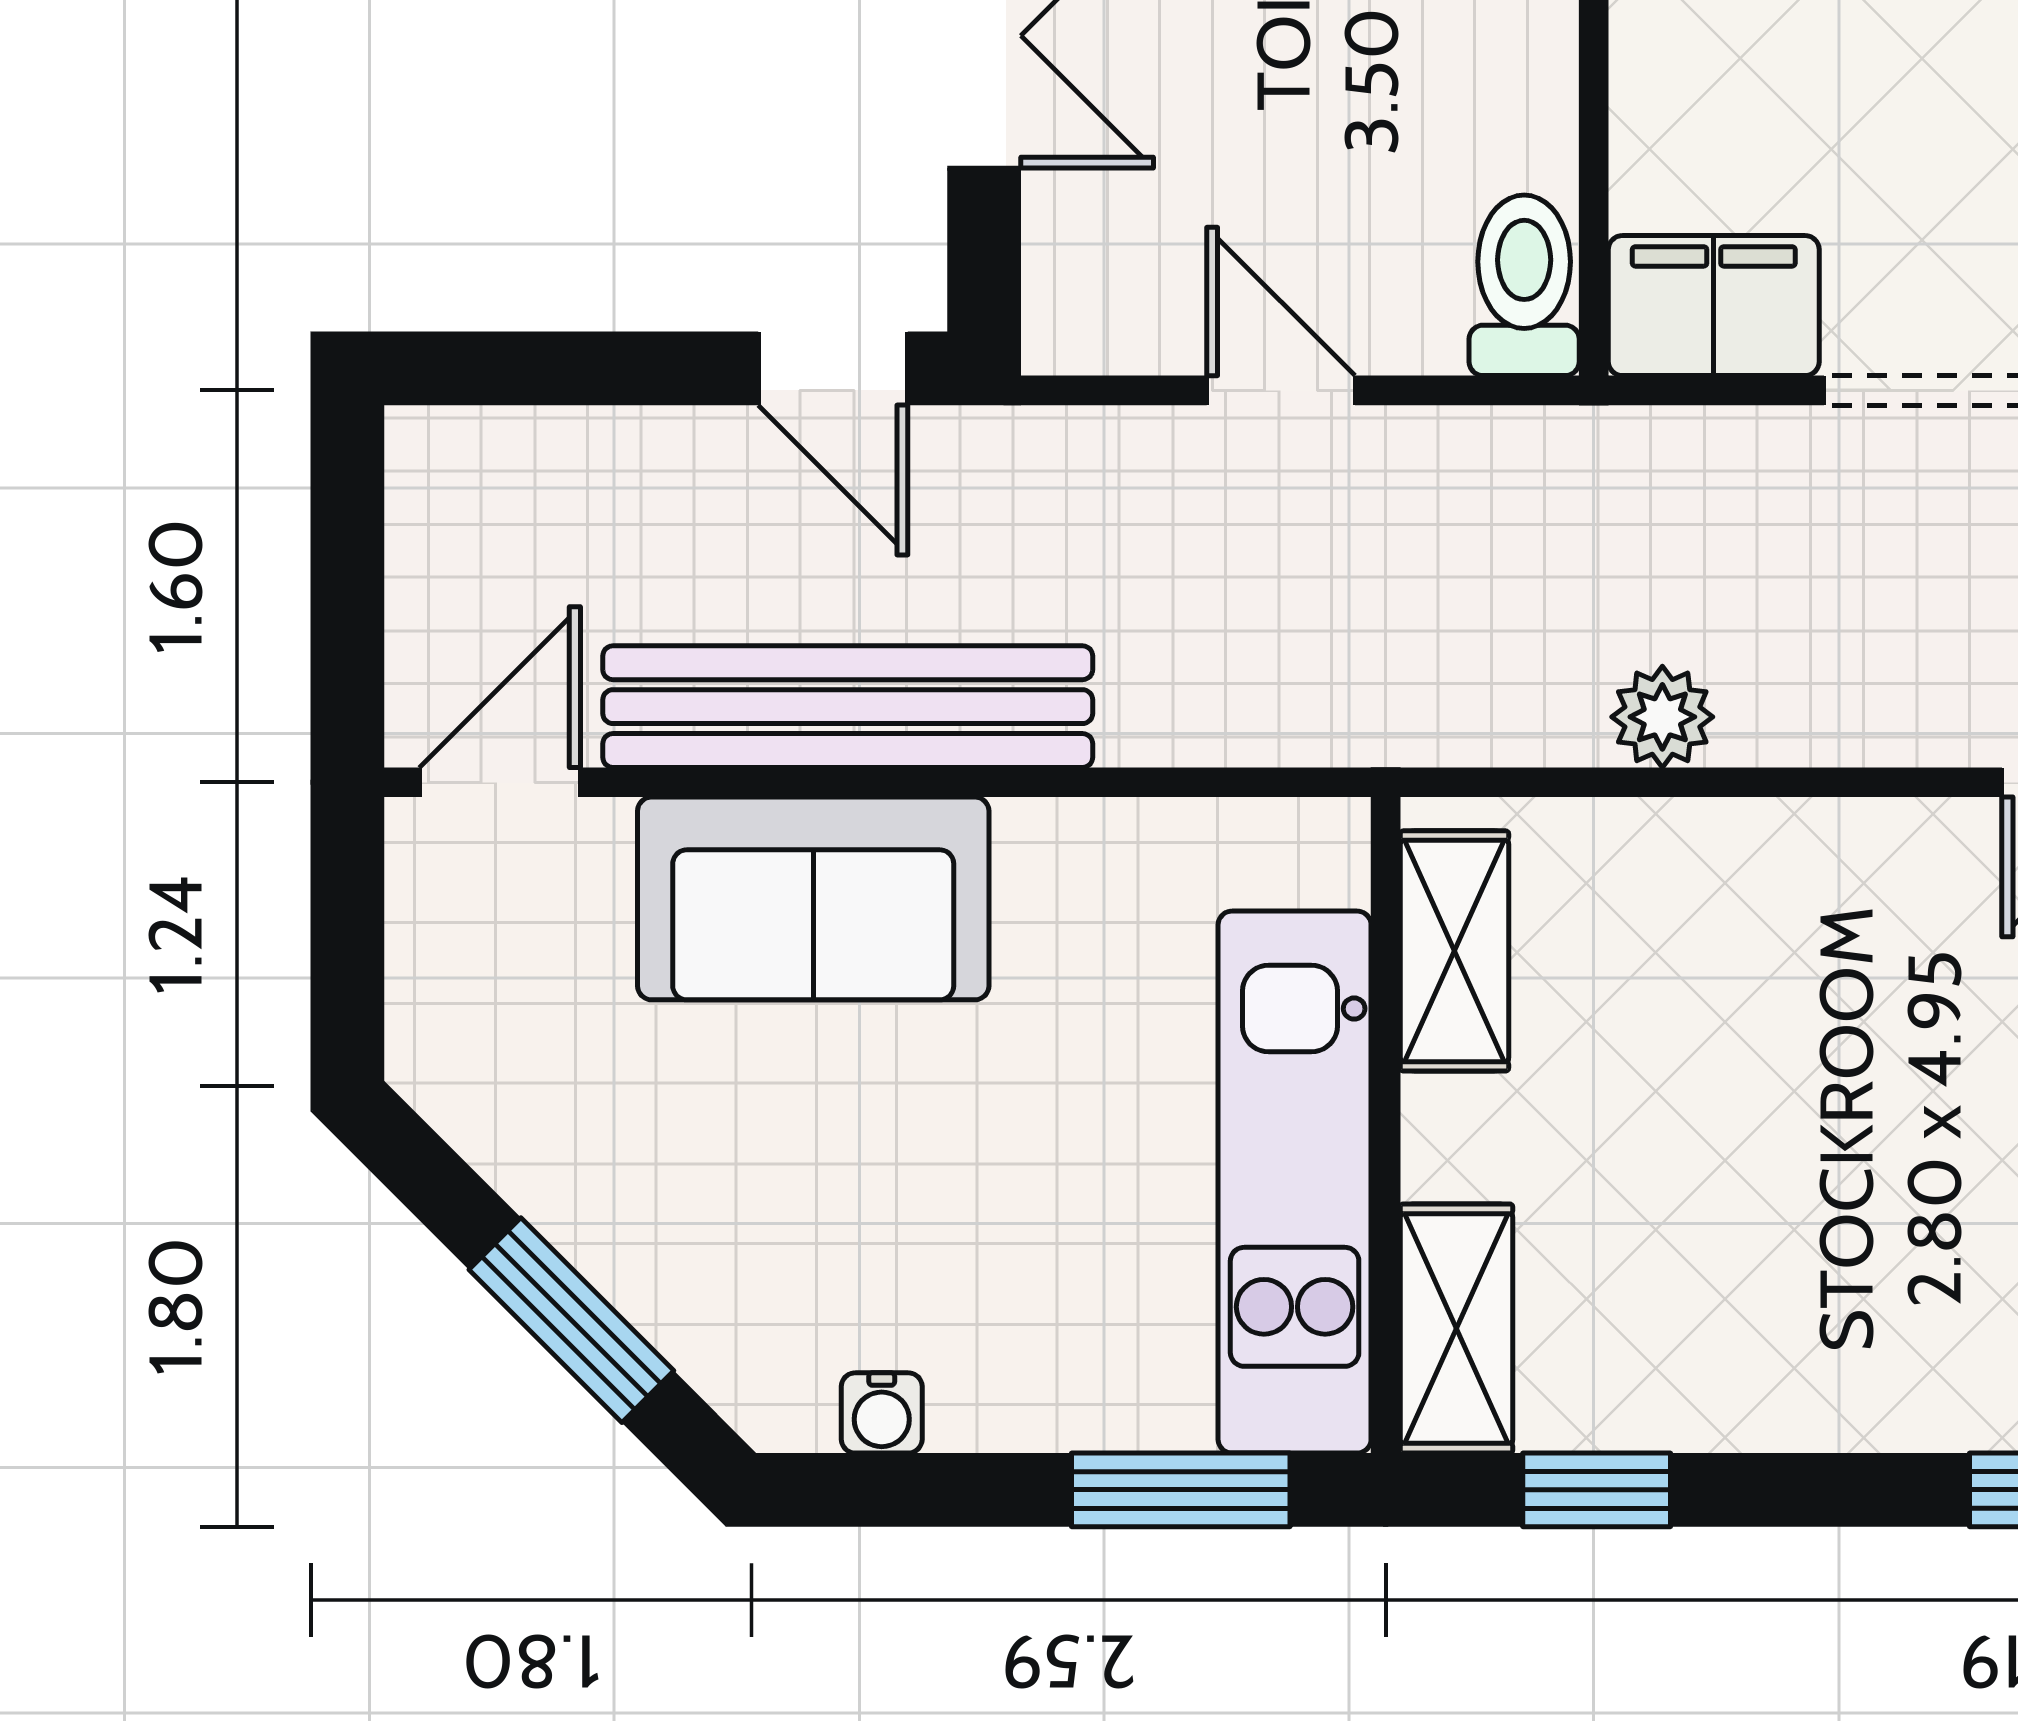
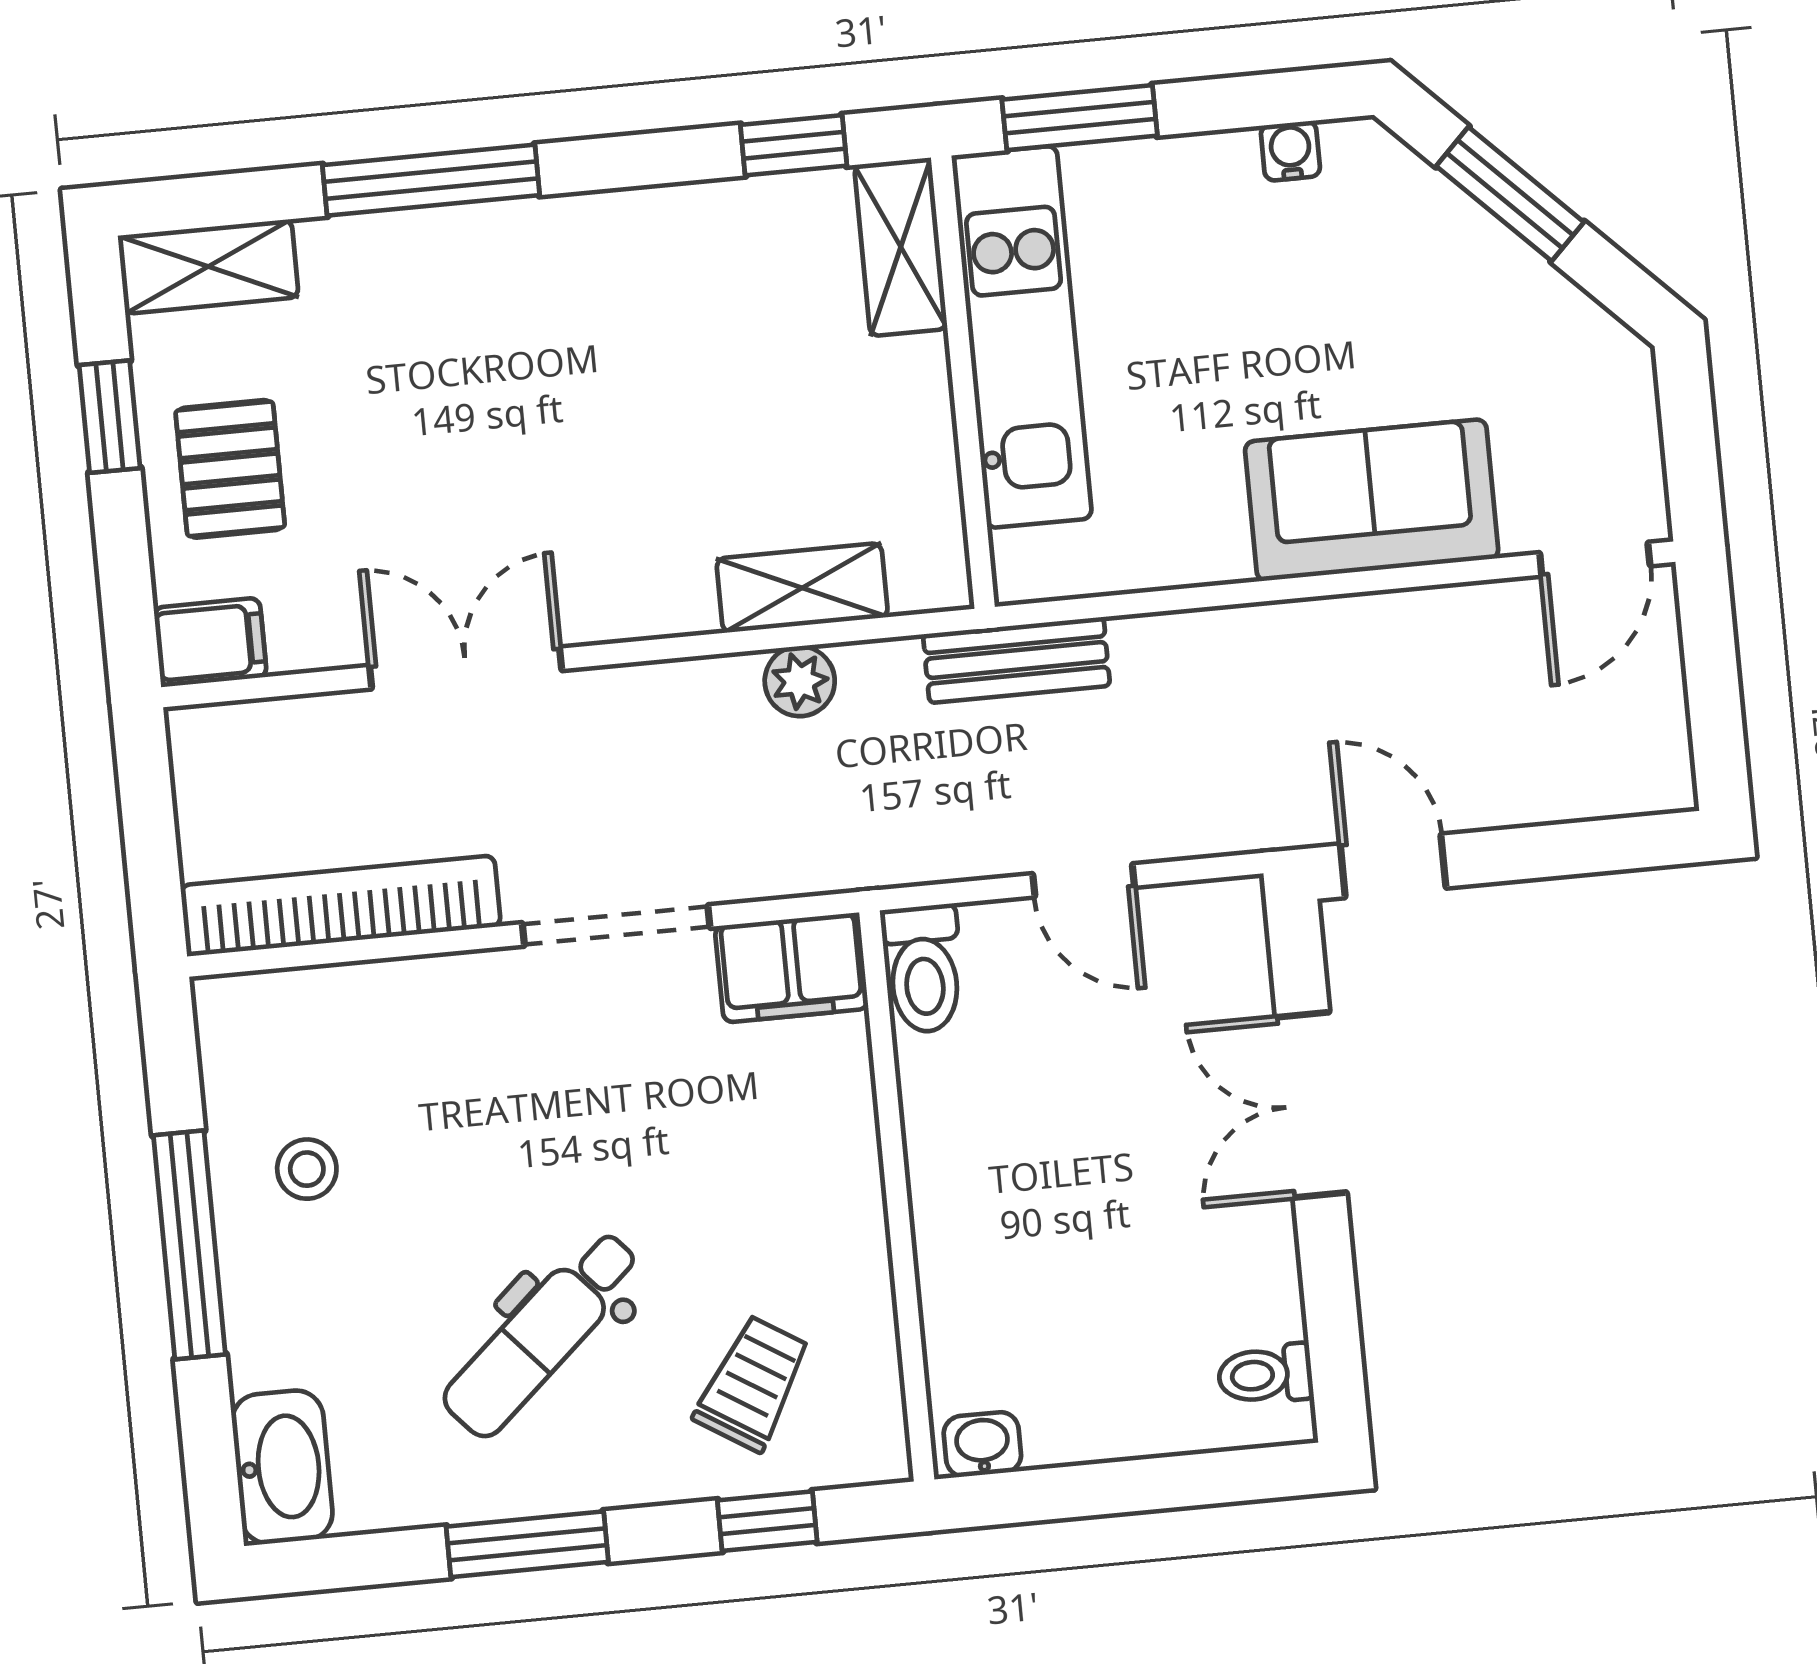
bench: (848, 707) -> (1016, 660), moved, width x0.54, depth x0.82
shelving: (1454, 951) -> (802, 588), moved, turned 90

